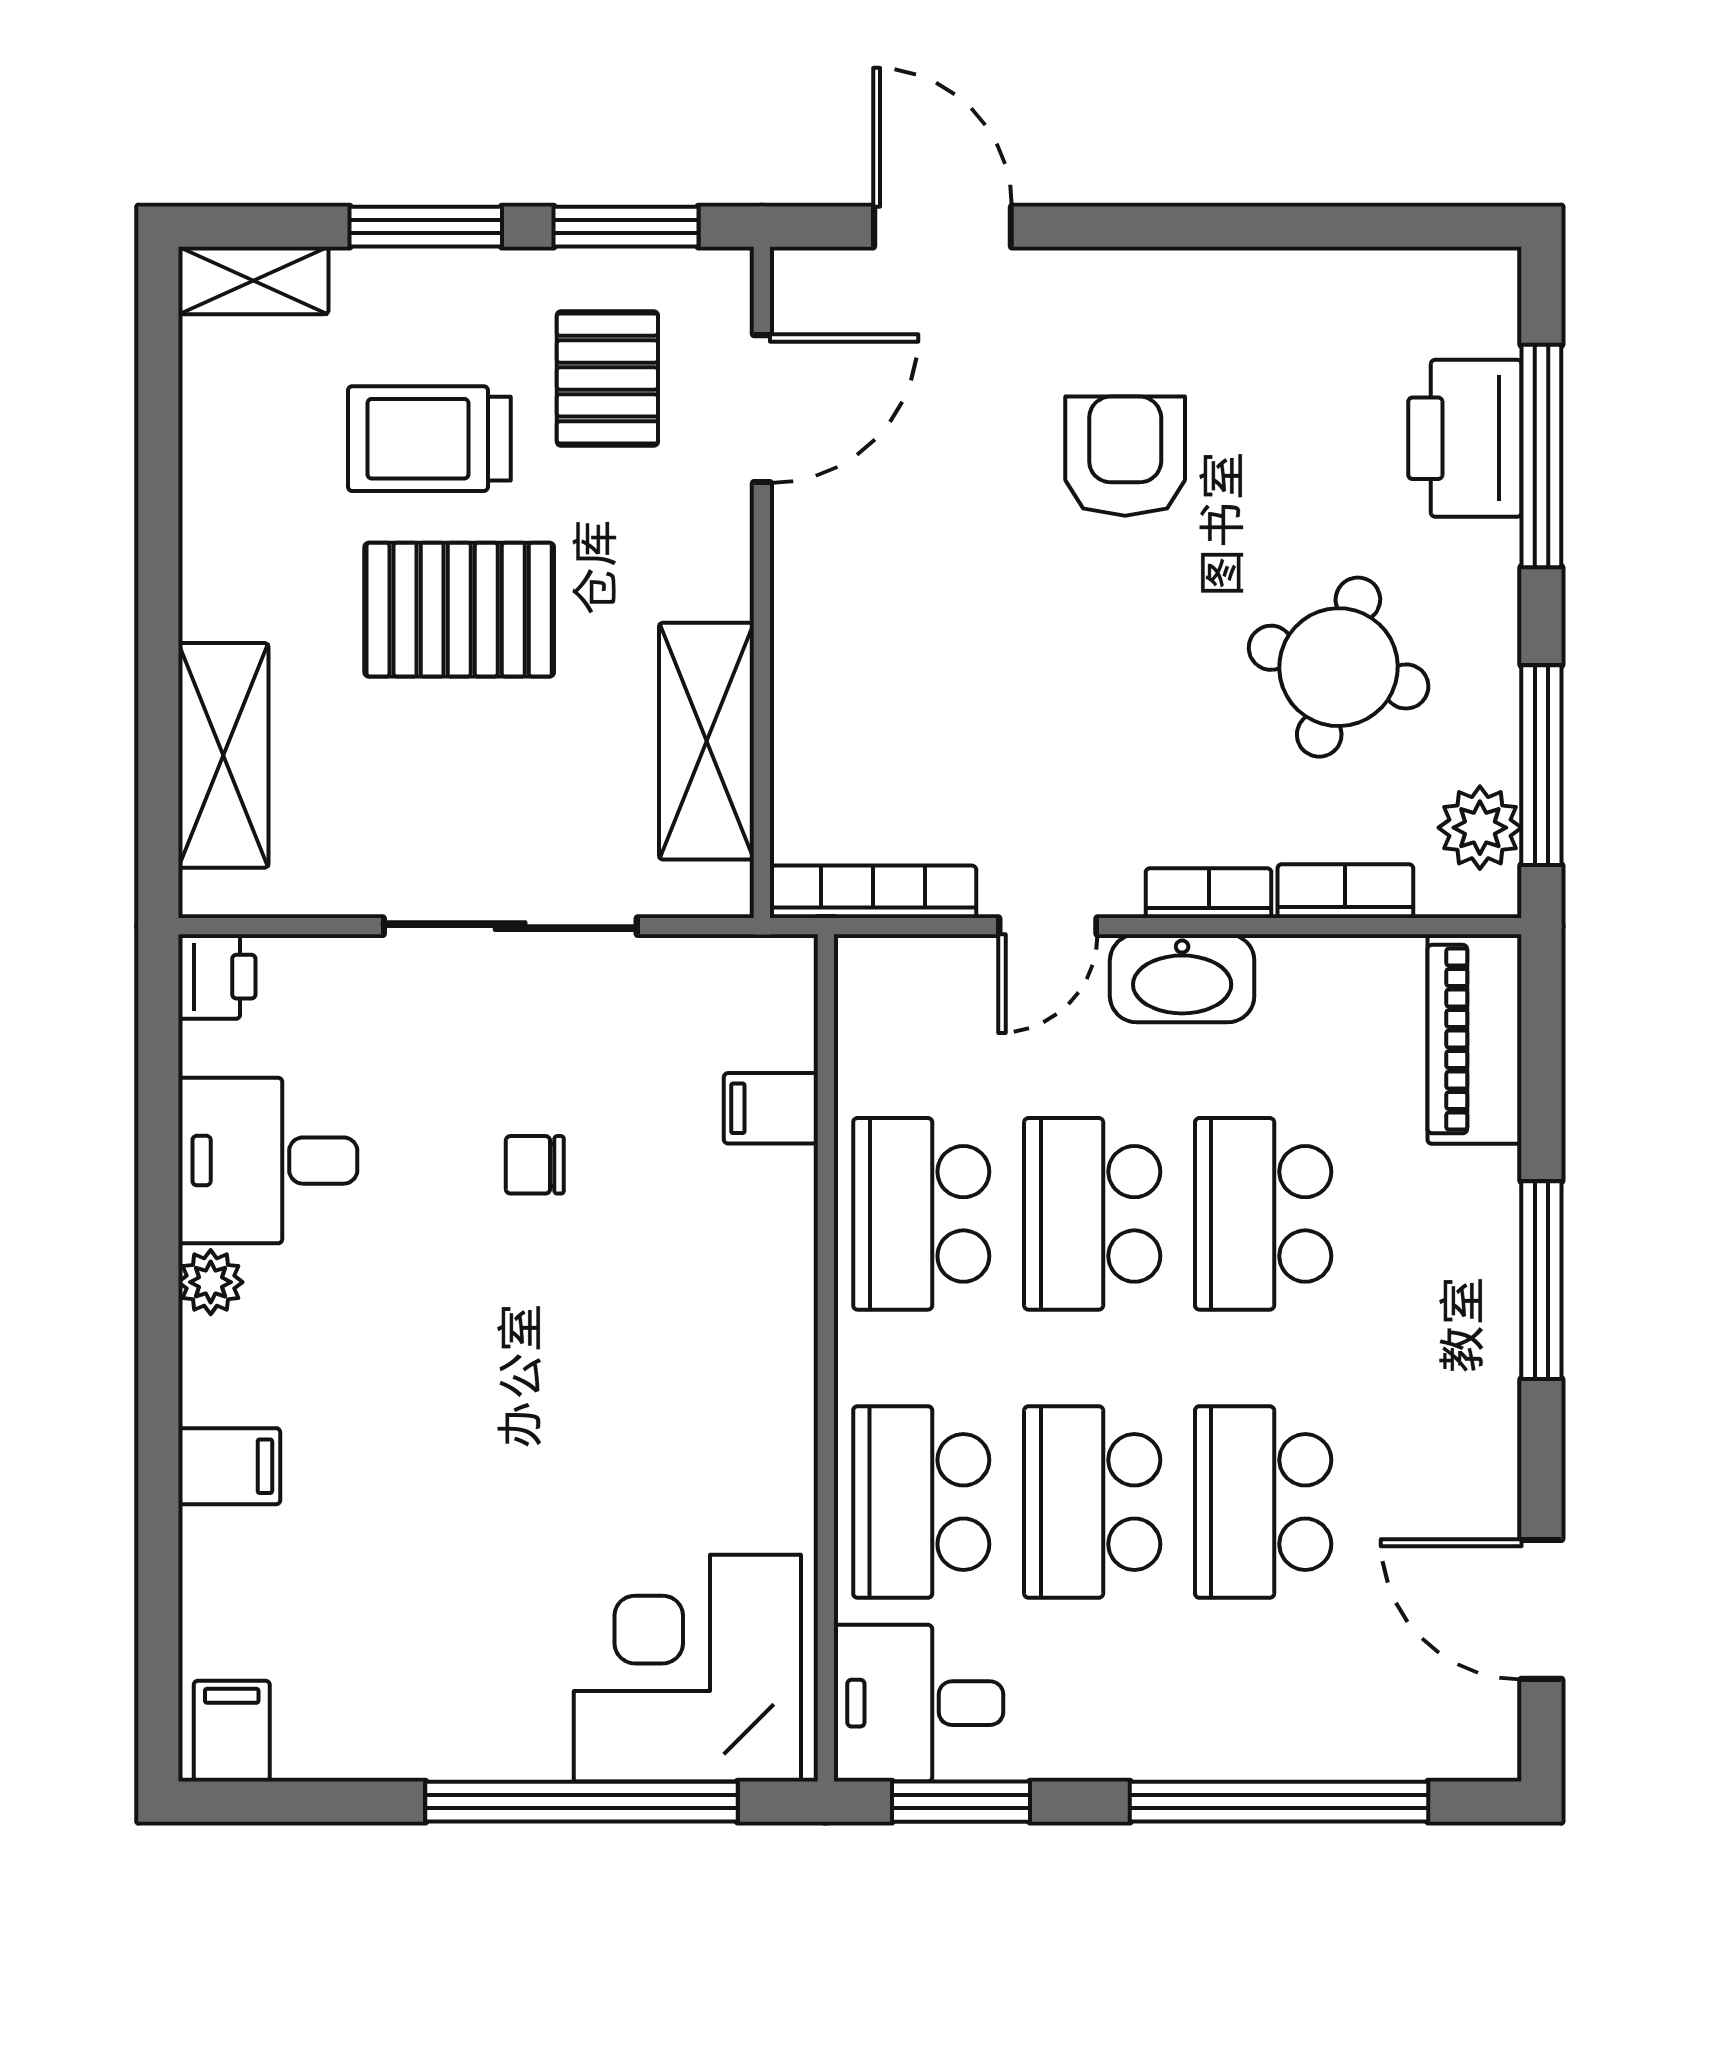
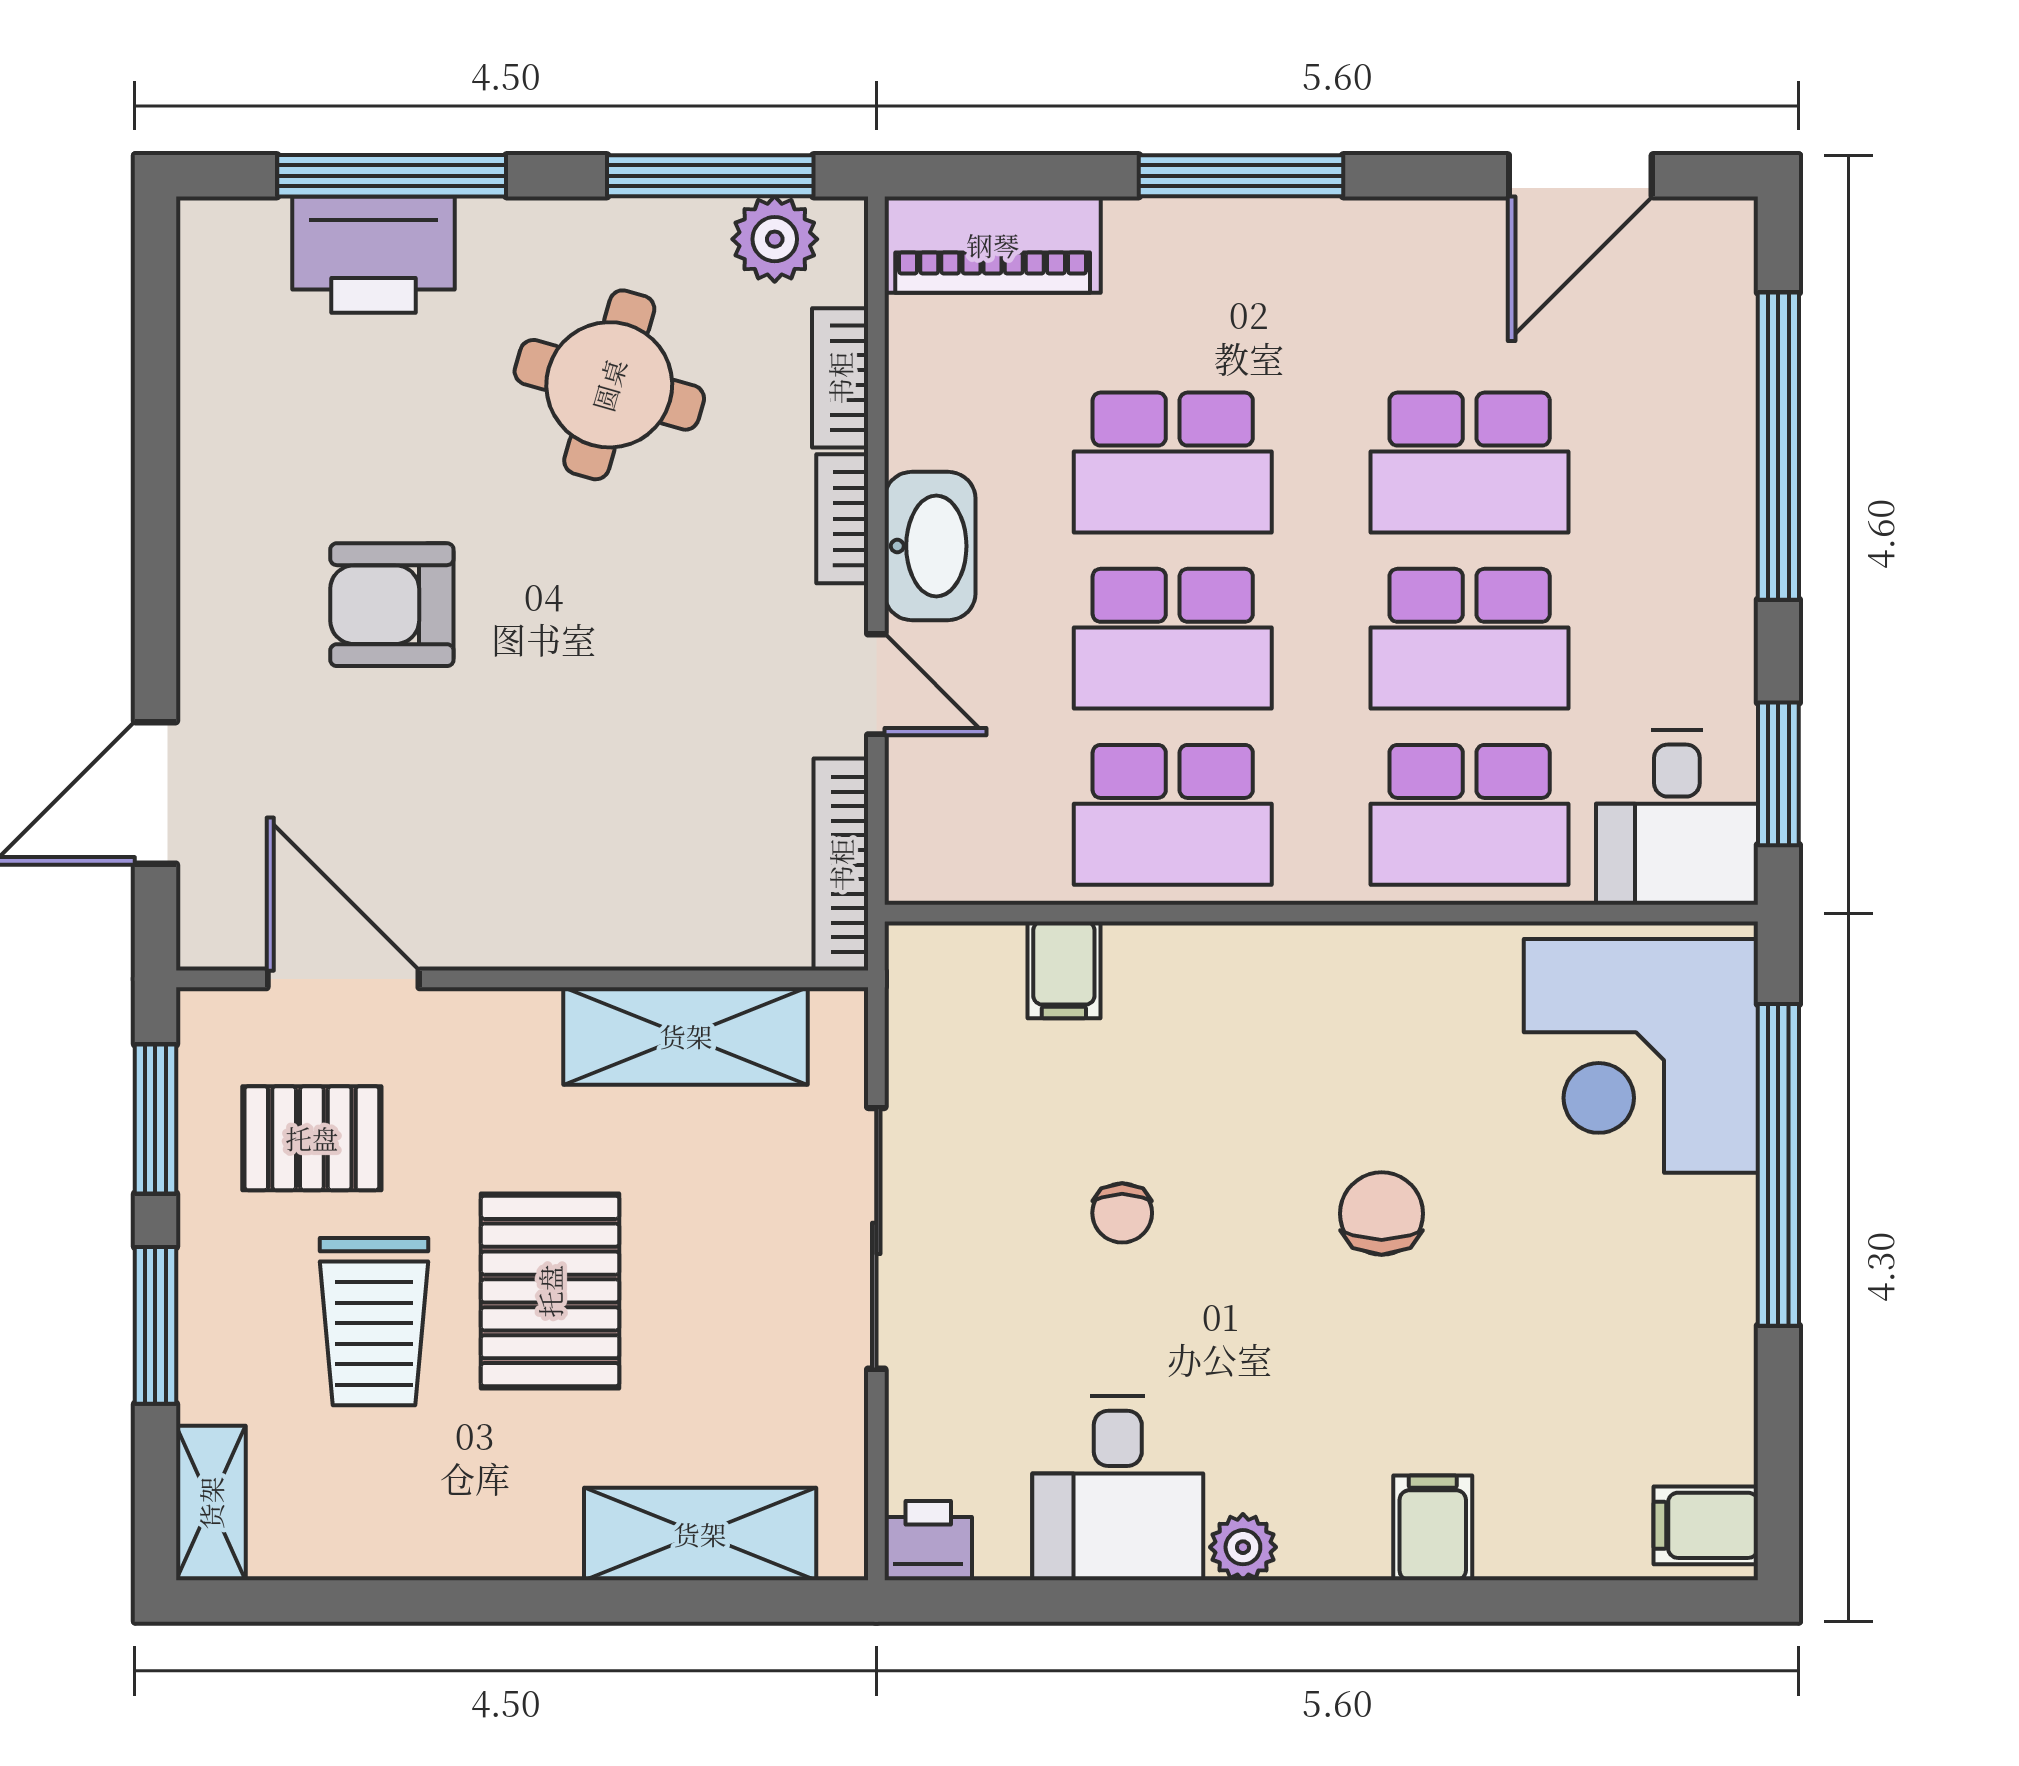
chair: (534, 1417) -> (1382, 1214), added

